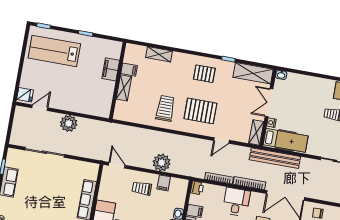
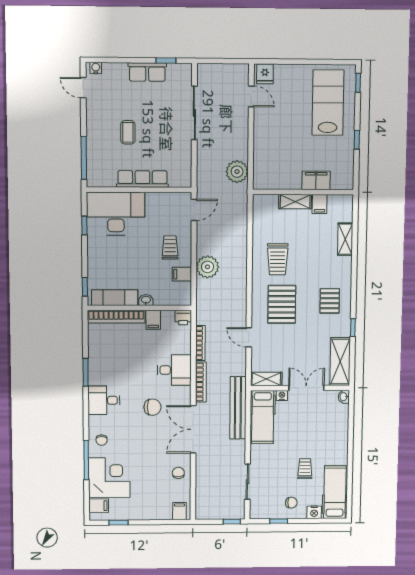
trolley: (165, 108) -> (278, 259), turned 90
plant: (69, 123) -> (237, 172), moved
coffee table: (50, 204) -> (128, 132), added

